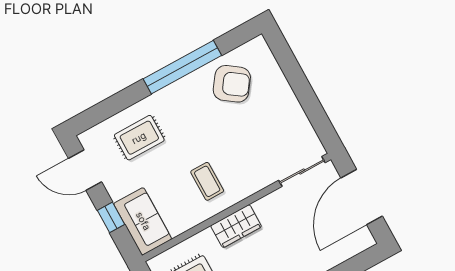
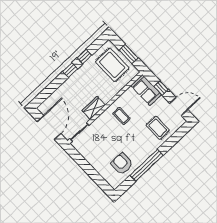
armchair: (232, 84) -> (122, 164), turned 54
rug: (139, 138) -> (158, 128), turned 90
wardrobe: (236, 226) -> (94, 108), moved

